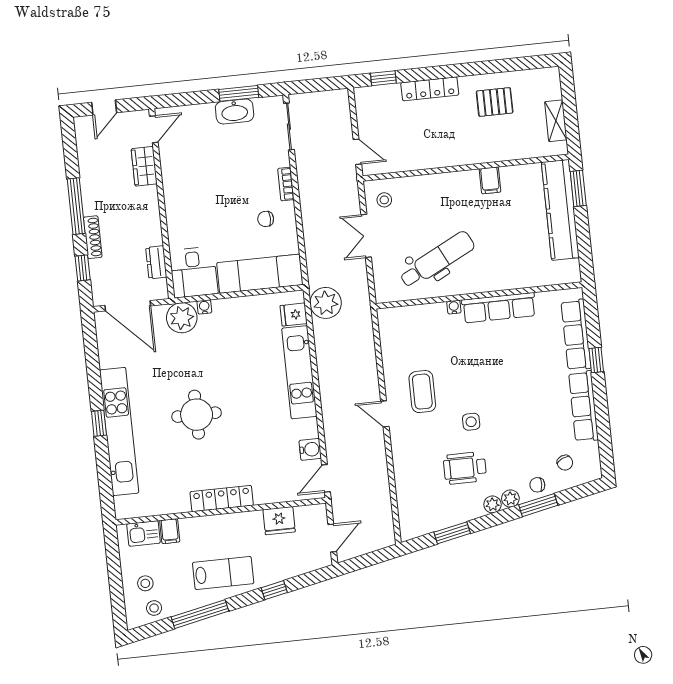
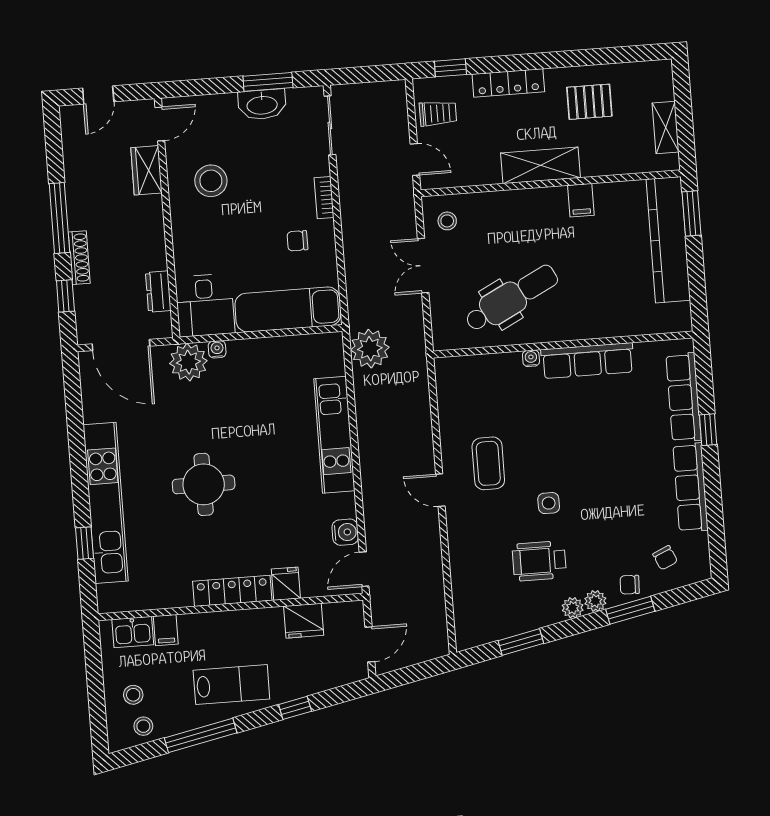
trolley: (375, 115) -> (438, 113), added
shelving: (457, 154) -> (541, 165), added
stool: (196, 173) -> (211, 181), added
fridge: (294, 315) -> (286, 584), moved, turned 90
window: (99, 423) -> (84, 543), moved

